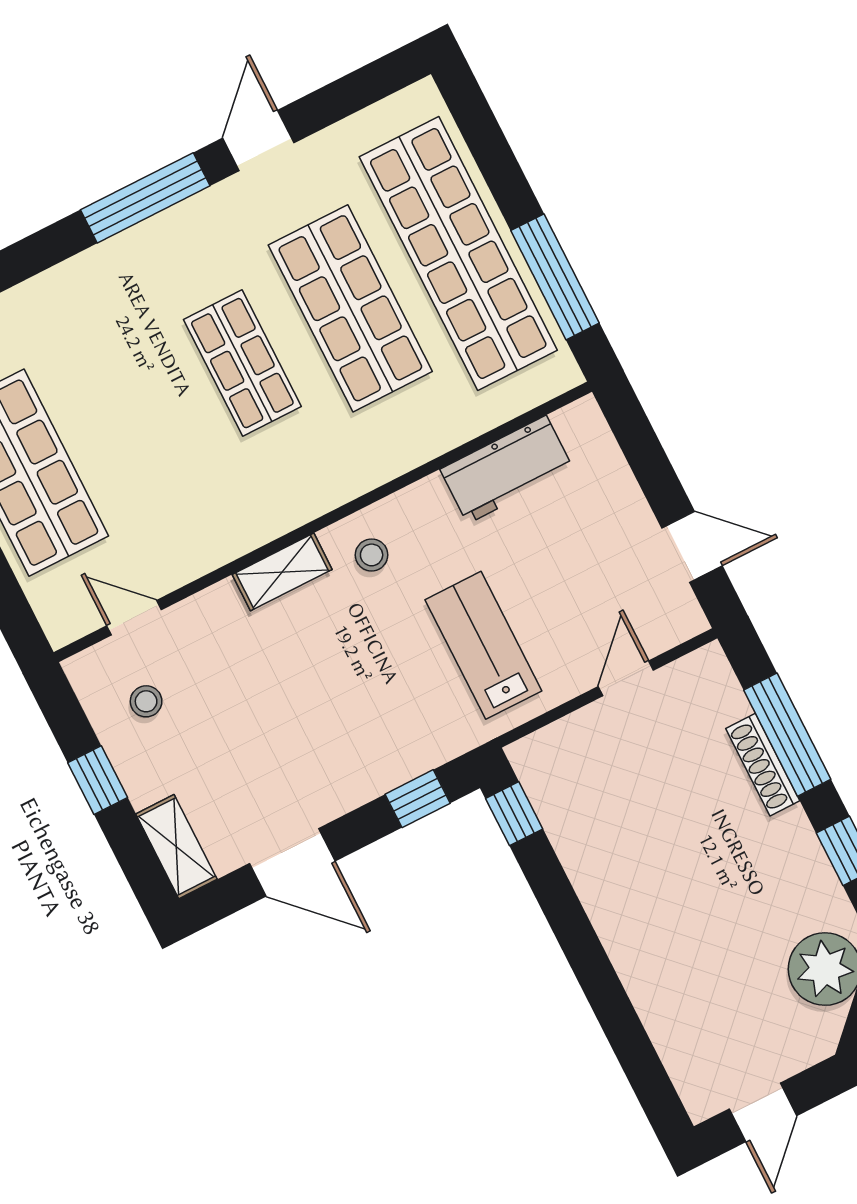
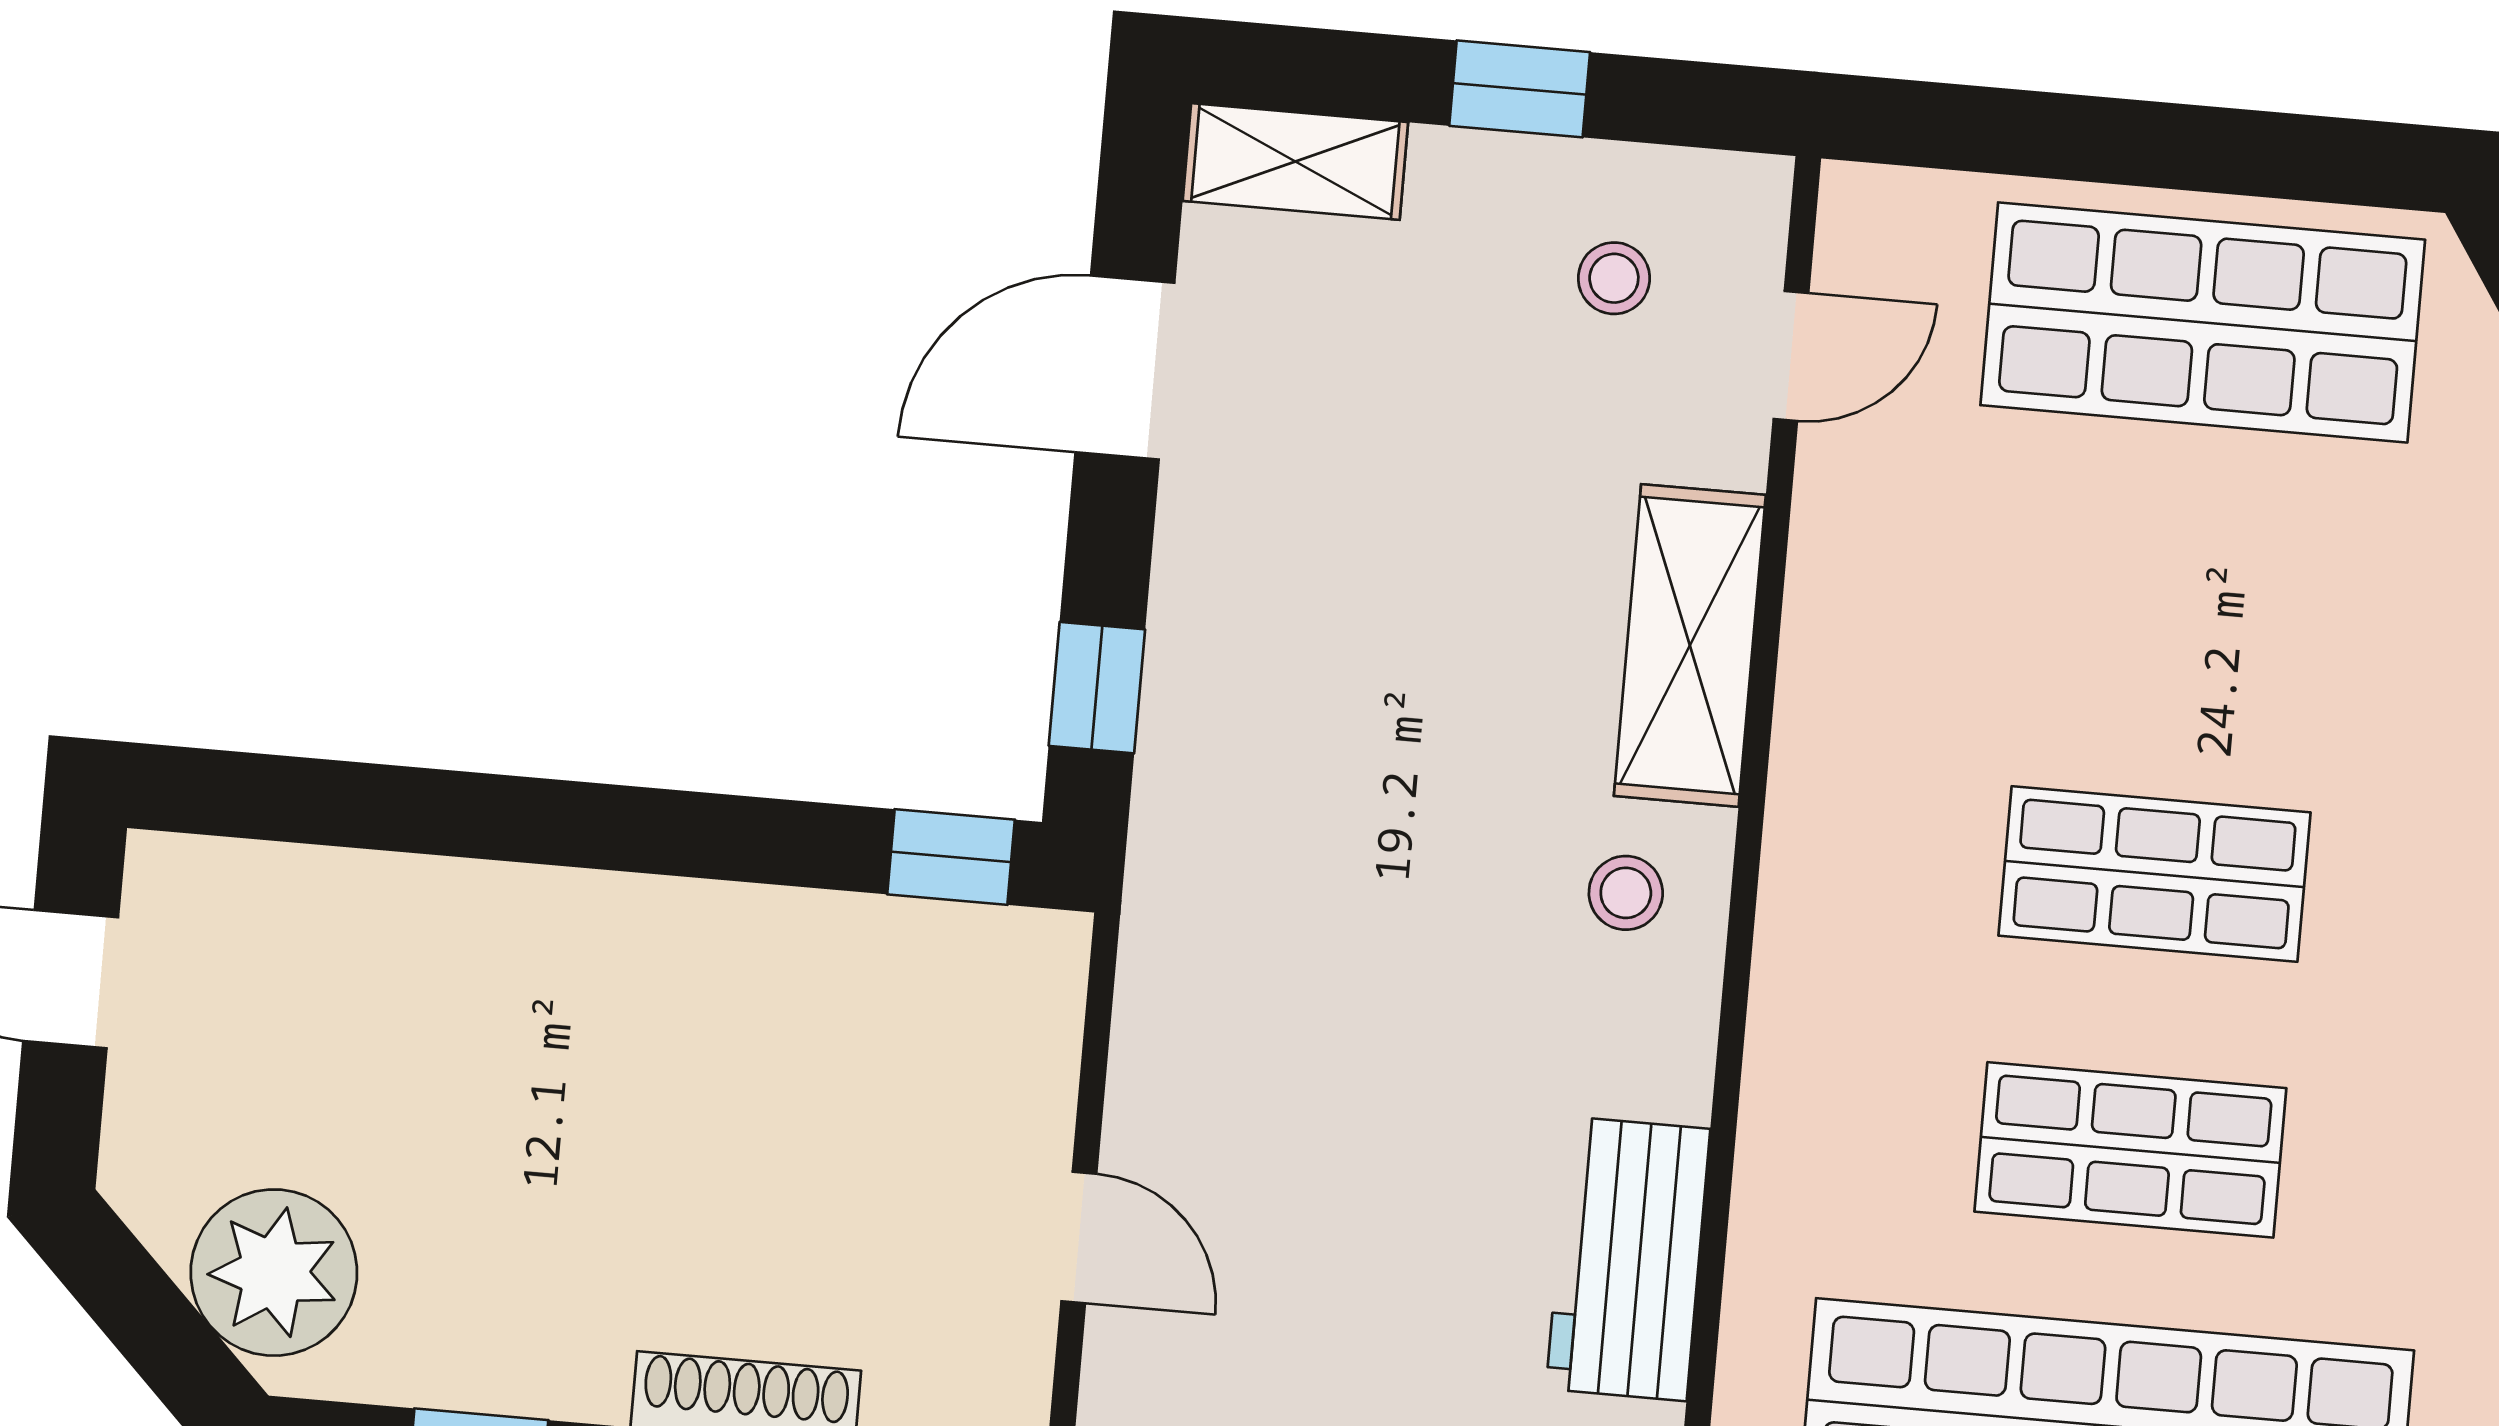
shop shelf: (350, 308) -> (2130, 1150), width x0.70, depth x0.74
shelving: (282, 572) -> (1690, 645), width x1.50, depth x1.33
lab bench: (483, 645) -> (1315, 1001), removed

